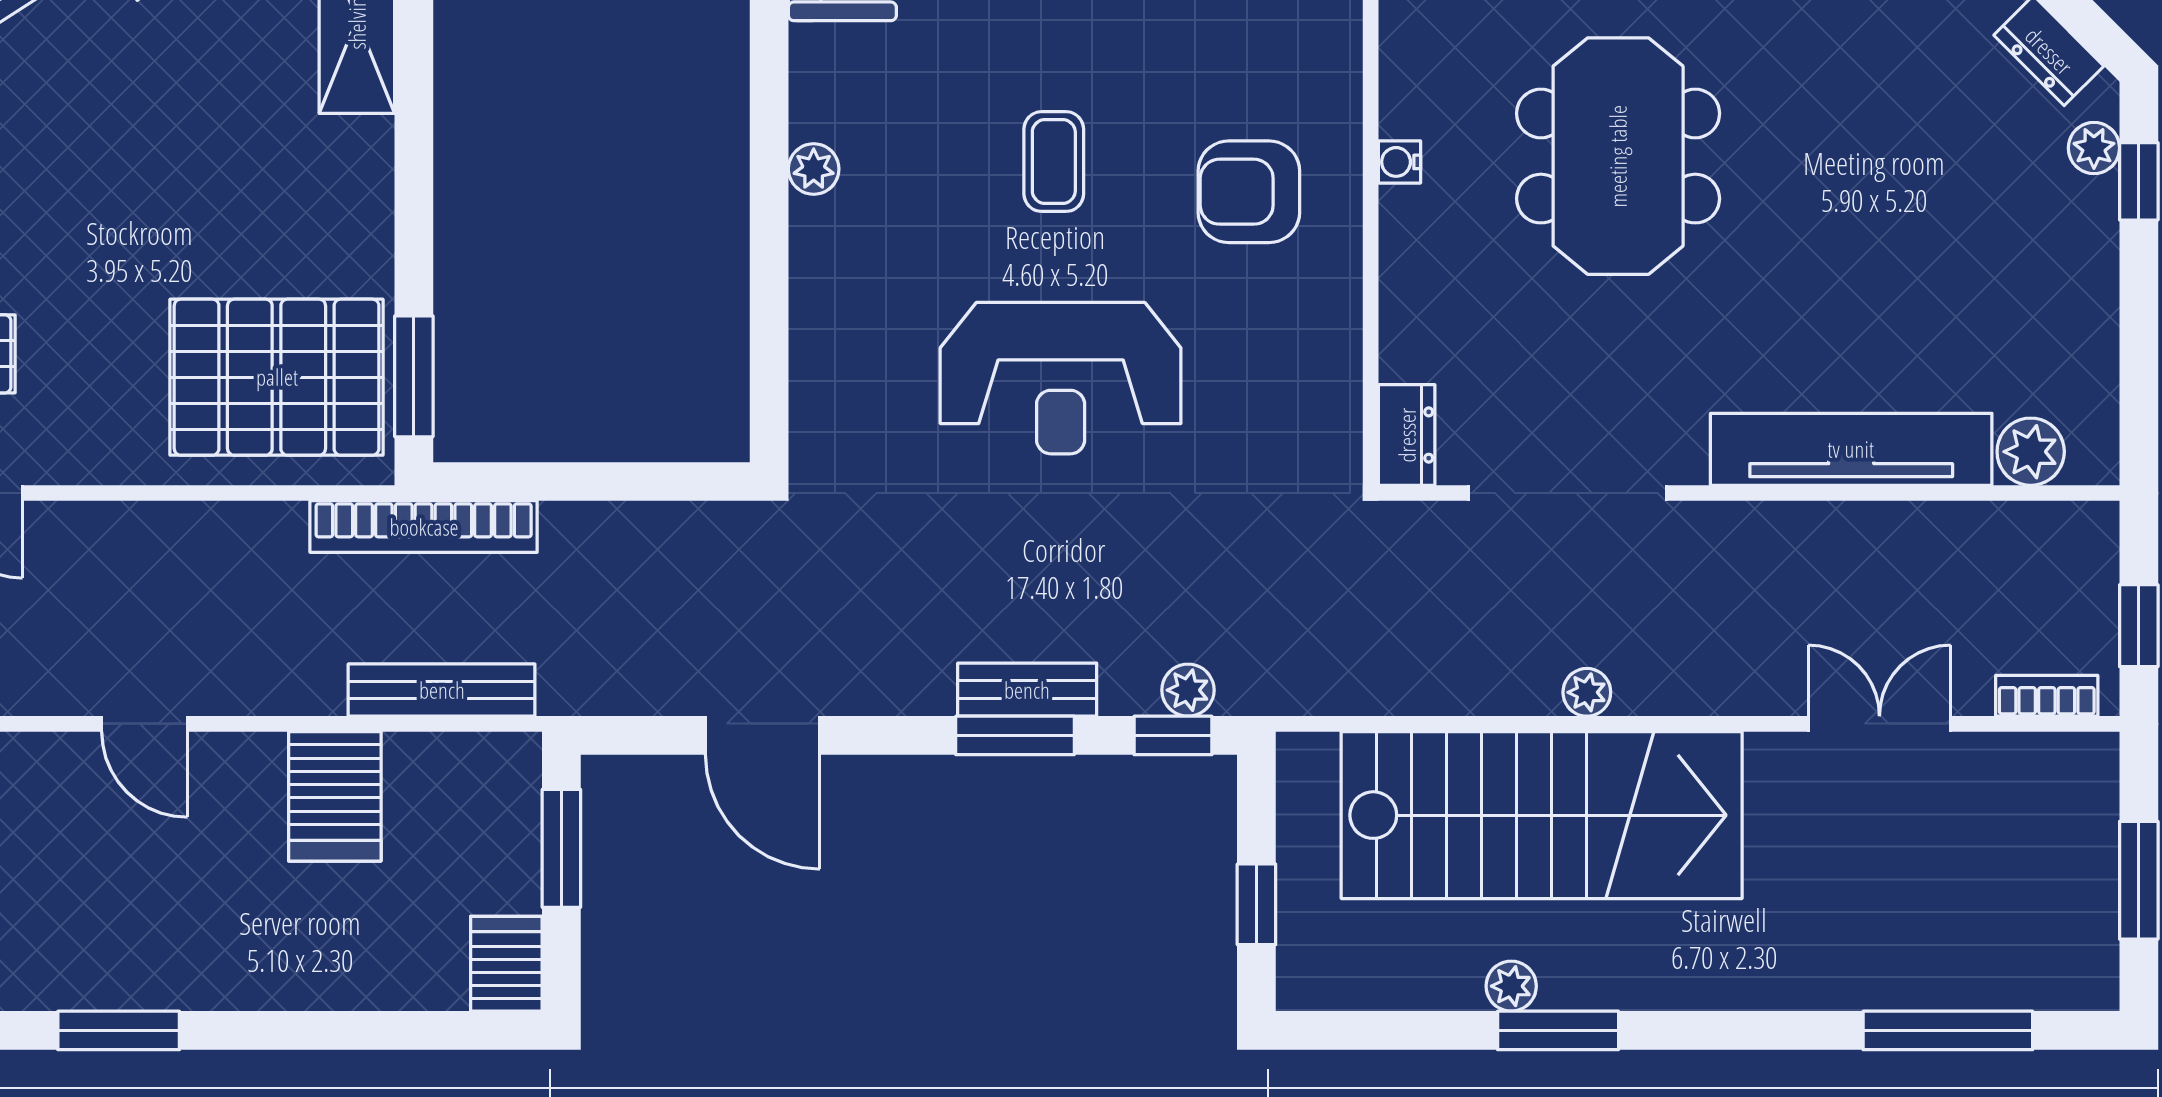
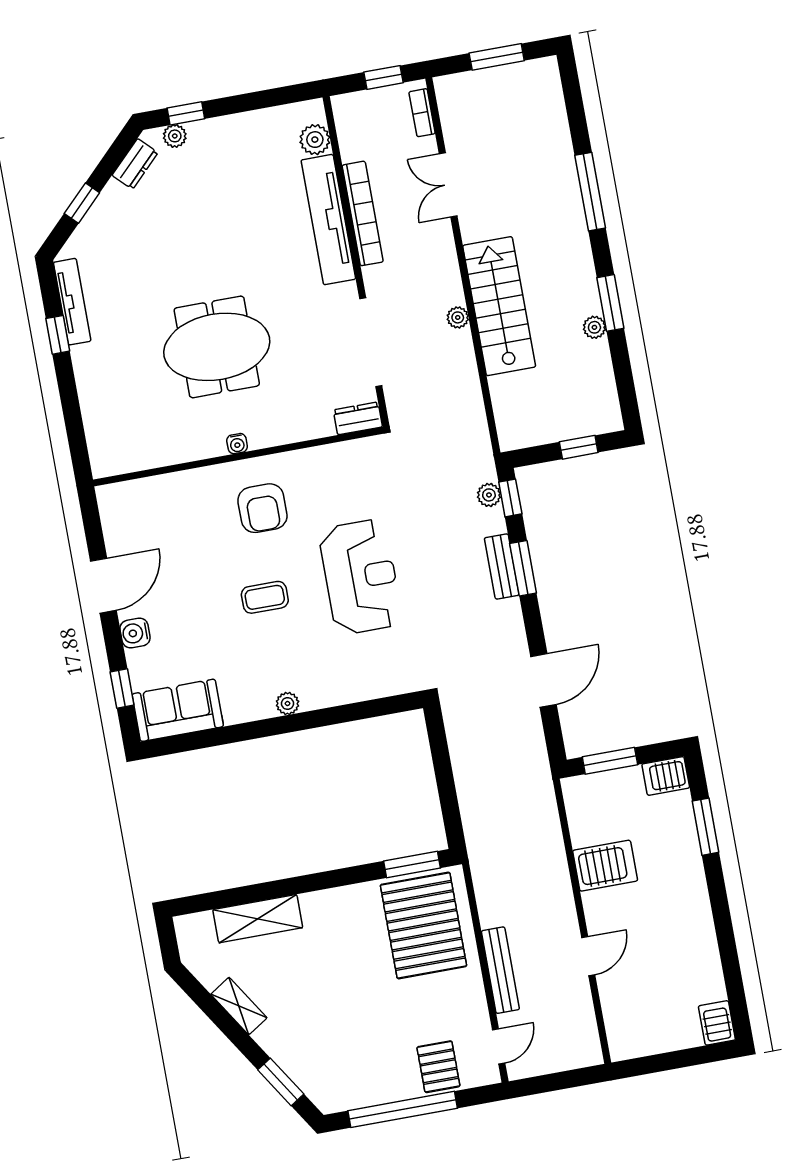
bookcase: (424, 527) -> (363, 213), moved
bench: (442, 690) -> (500, 970), moved
stairs: (1542, 815) -> (499, 306), width x0.73, depth x0.66
window: (119, 1030) -> (706, 827), moved
window: (1948, 1030) -> (590, 192), moved

